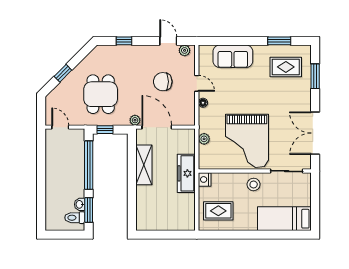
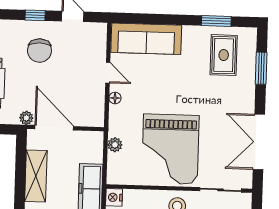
window: (124, 41) -> (35, 15), moved
plant: (185, 50) -> (93, 30), removed
sofa: (233, 56) -> (146, 39), width x1.36
rug: (286, 67) -> (224, 55), turned 90
chair: (163, 82) -> (39, 51), moved, turned -90

